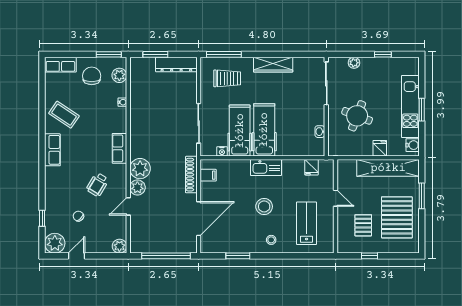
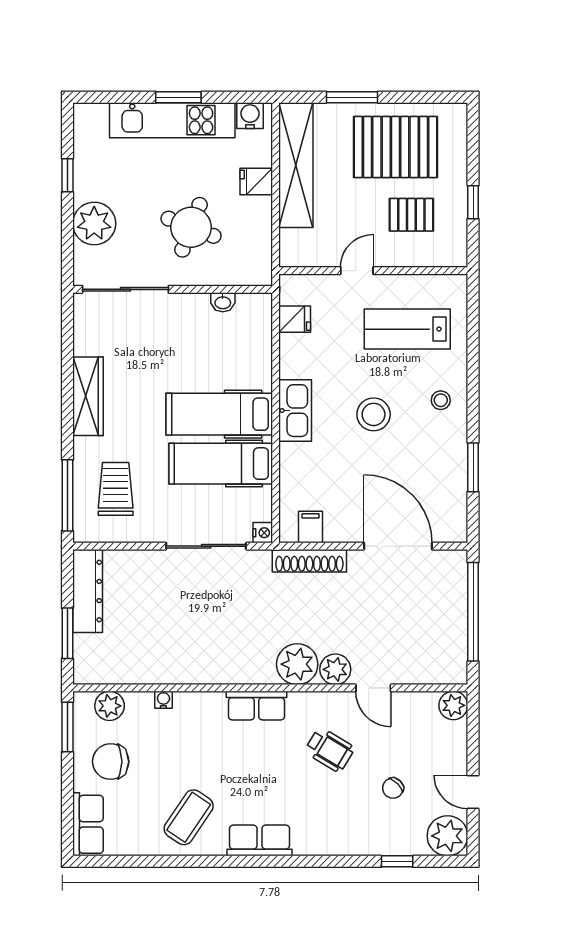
plant: (354, 63) -> (94, 224), width x1.88, depth x1.88
nightstand: (222, 151) -> (263, 533), moved

